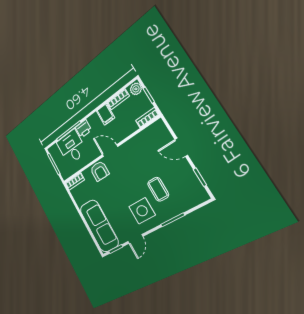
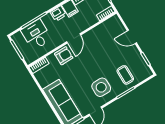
printer: (83, 129) -> (58, 14), moved
door: (110, 151) -> (74, 38), swing flipped
armchair: (100, 171) -> (64, 56), turned -90
coffee table: (158, 189) -> (125, 75), moved

